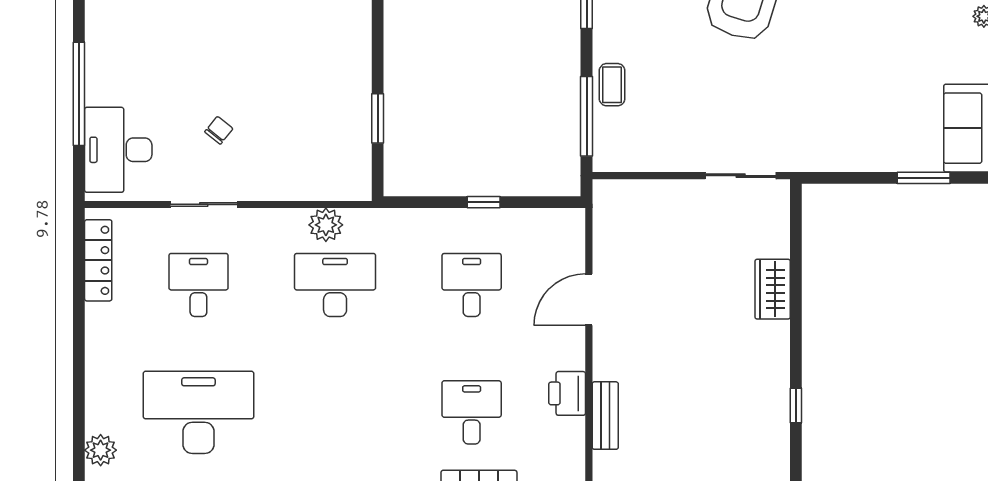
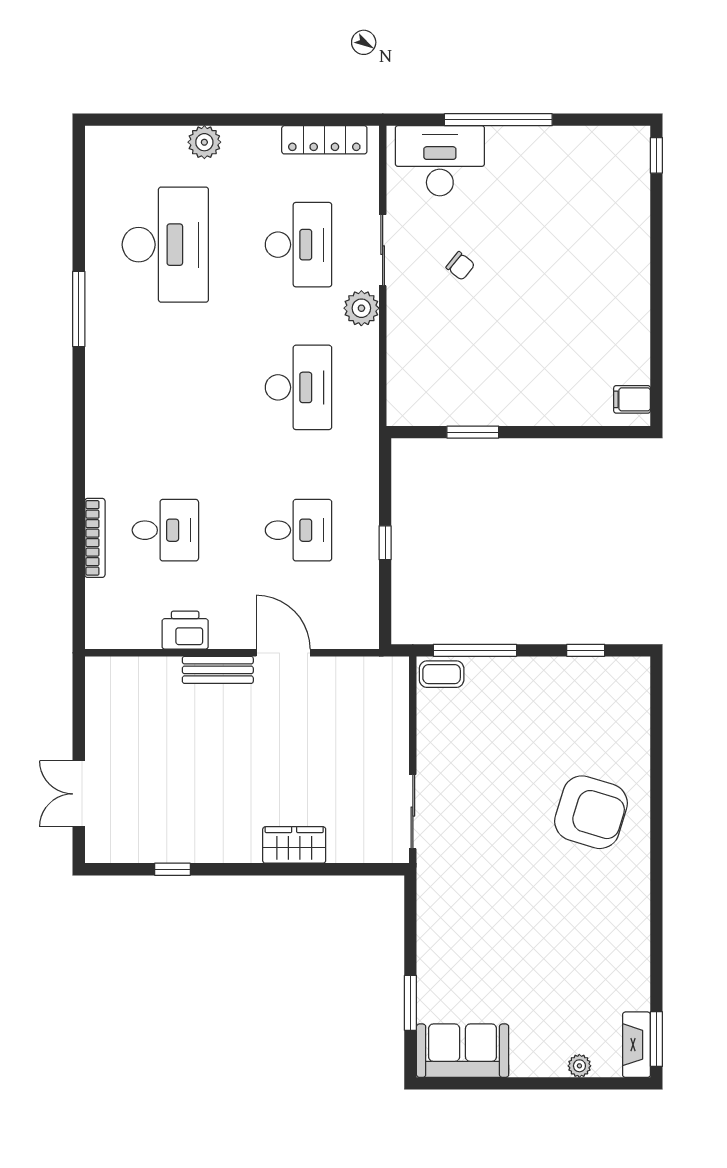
coffee table: (612, 85) -> (442, 674), moved
plant: (326, 225) -> (361, 308), moved
desk: (198, 285) -> (298, 245), width x1.37
bench: (605, 416) -> (218, 670), moved
plant: (101, 450) -> (204, 142), moved

